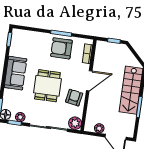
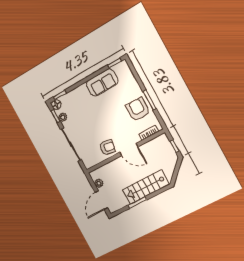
sofa: (15, 73) -> (102, 82), moved
dining table: (47, 86) -> (101, 120), removed
plant: (75, 123) -> (89, 162), removed

